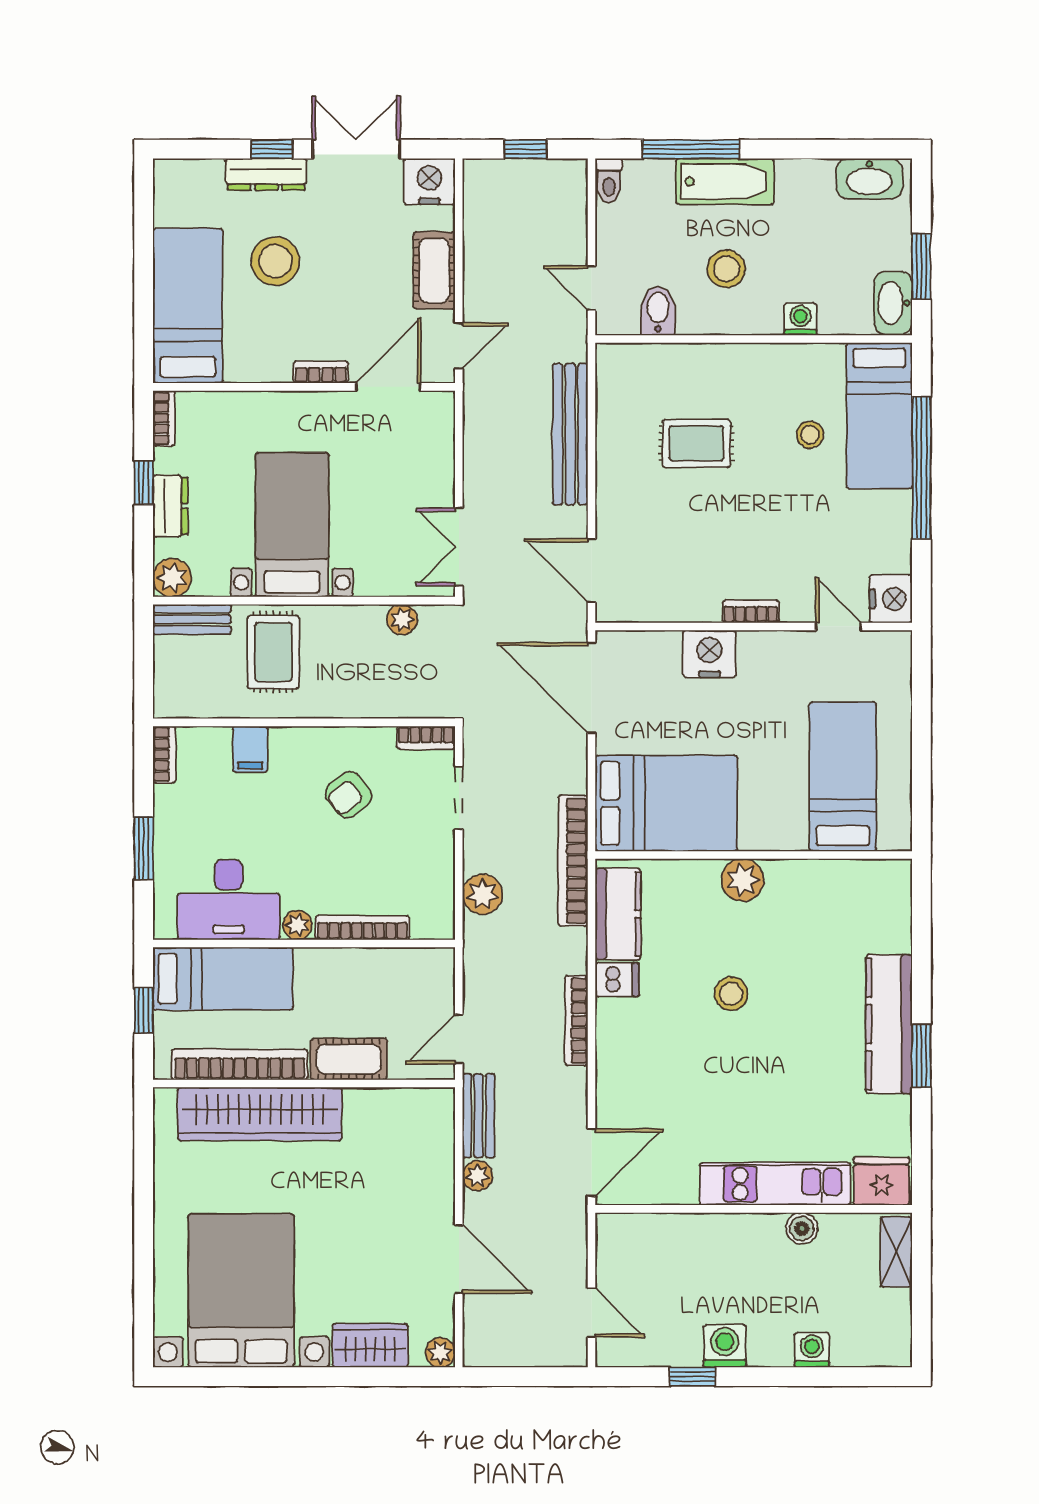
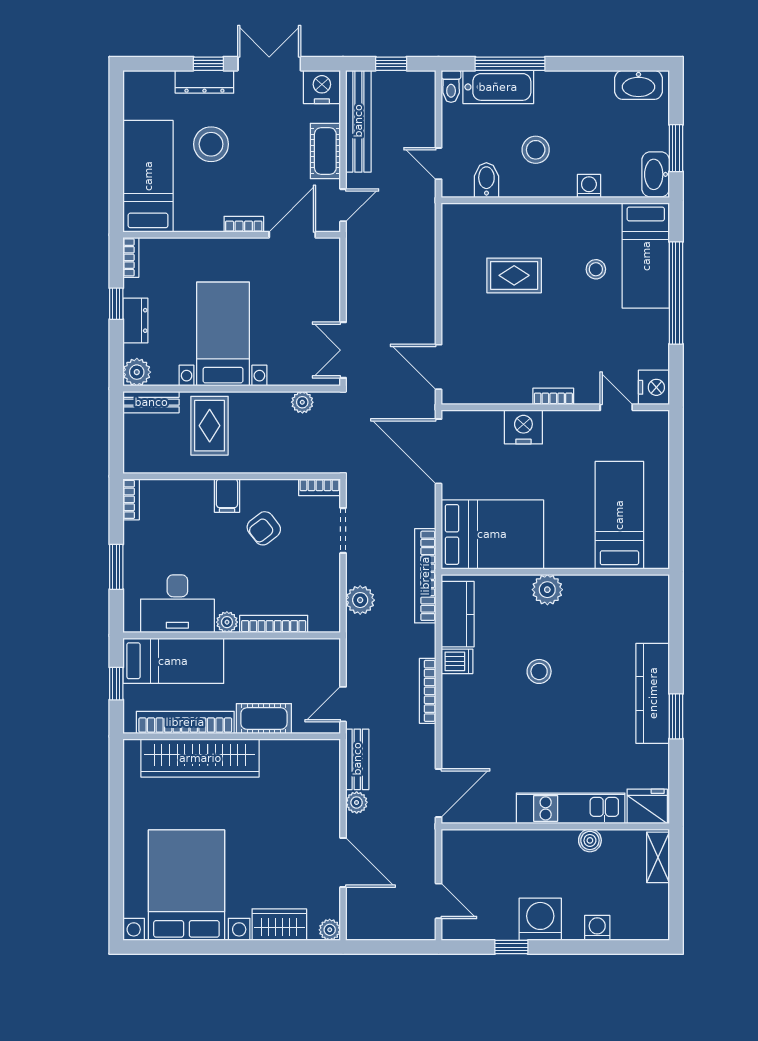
bathtub: (725, 181) -> (498, 87), moved
bench: (570, 434) -> (358, 121), moved
filing cabinet: (250, 749) -> (227, 496), moved
washing machine: (725, 1346) -> (540, 919), width x1.37, depth x1.37

